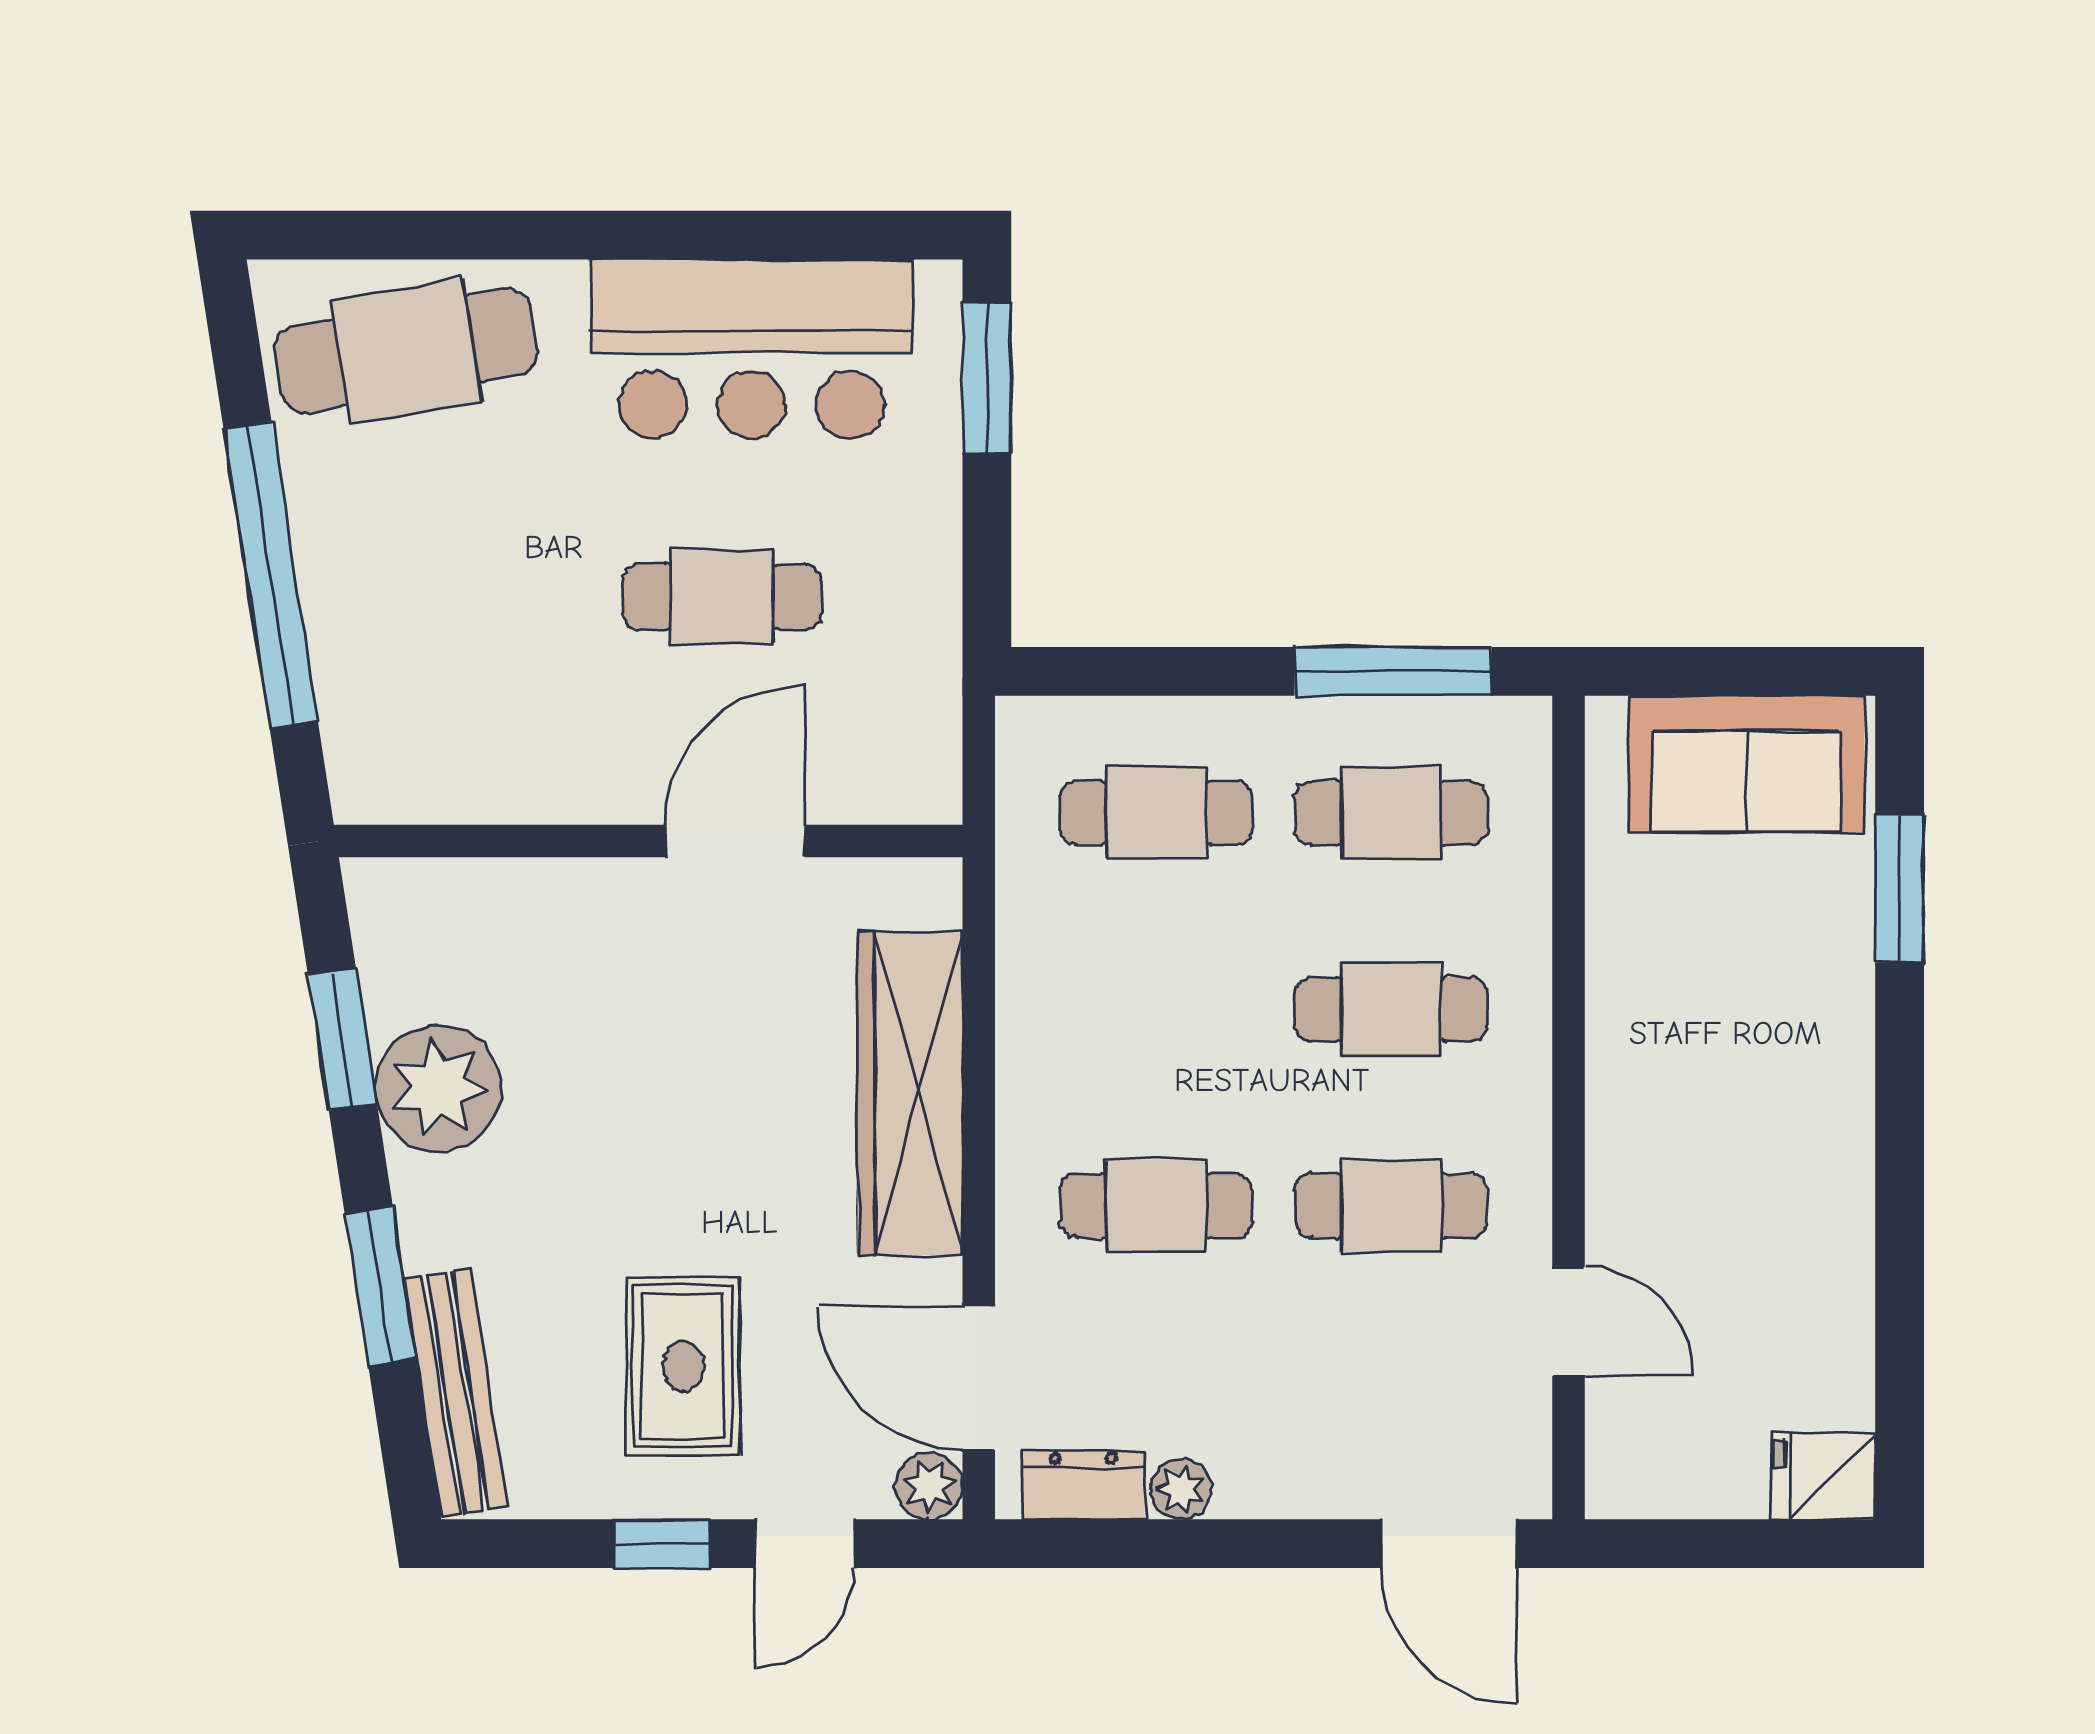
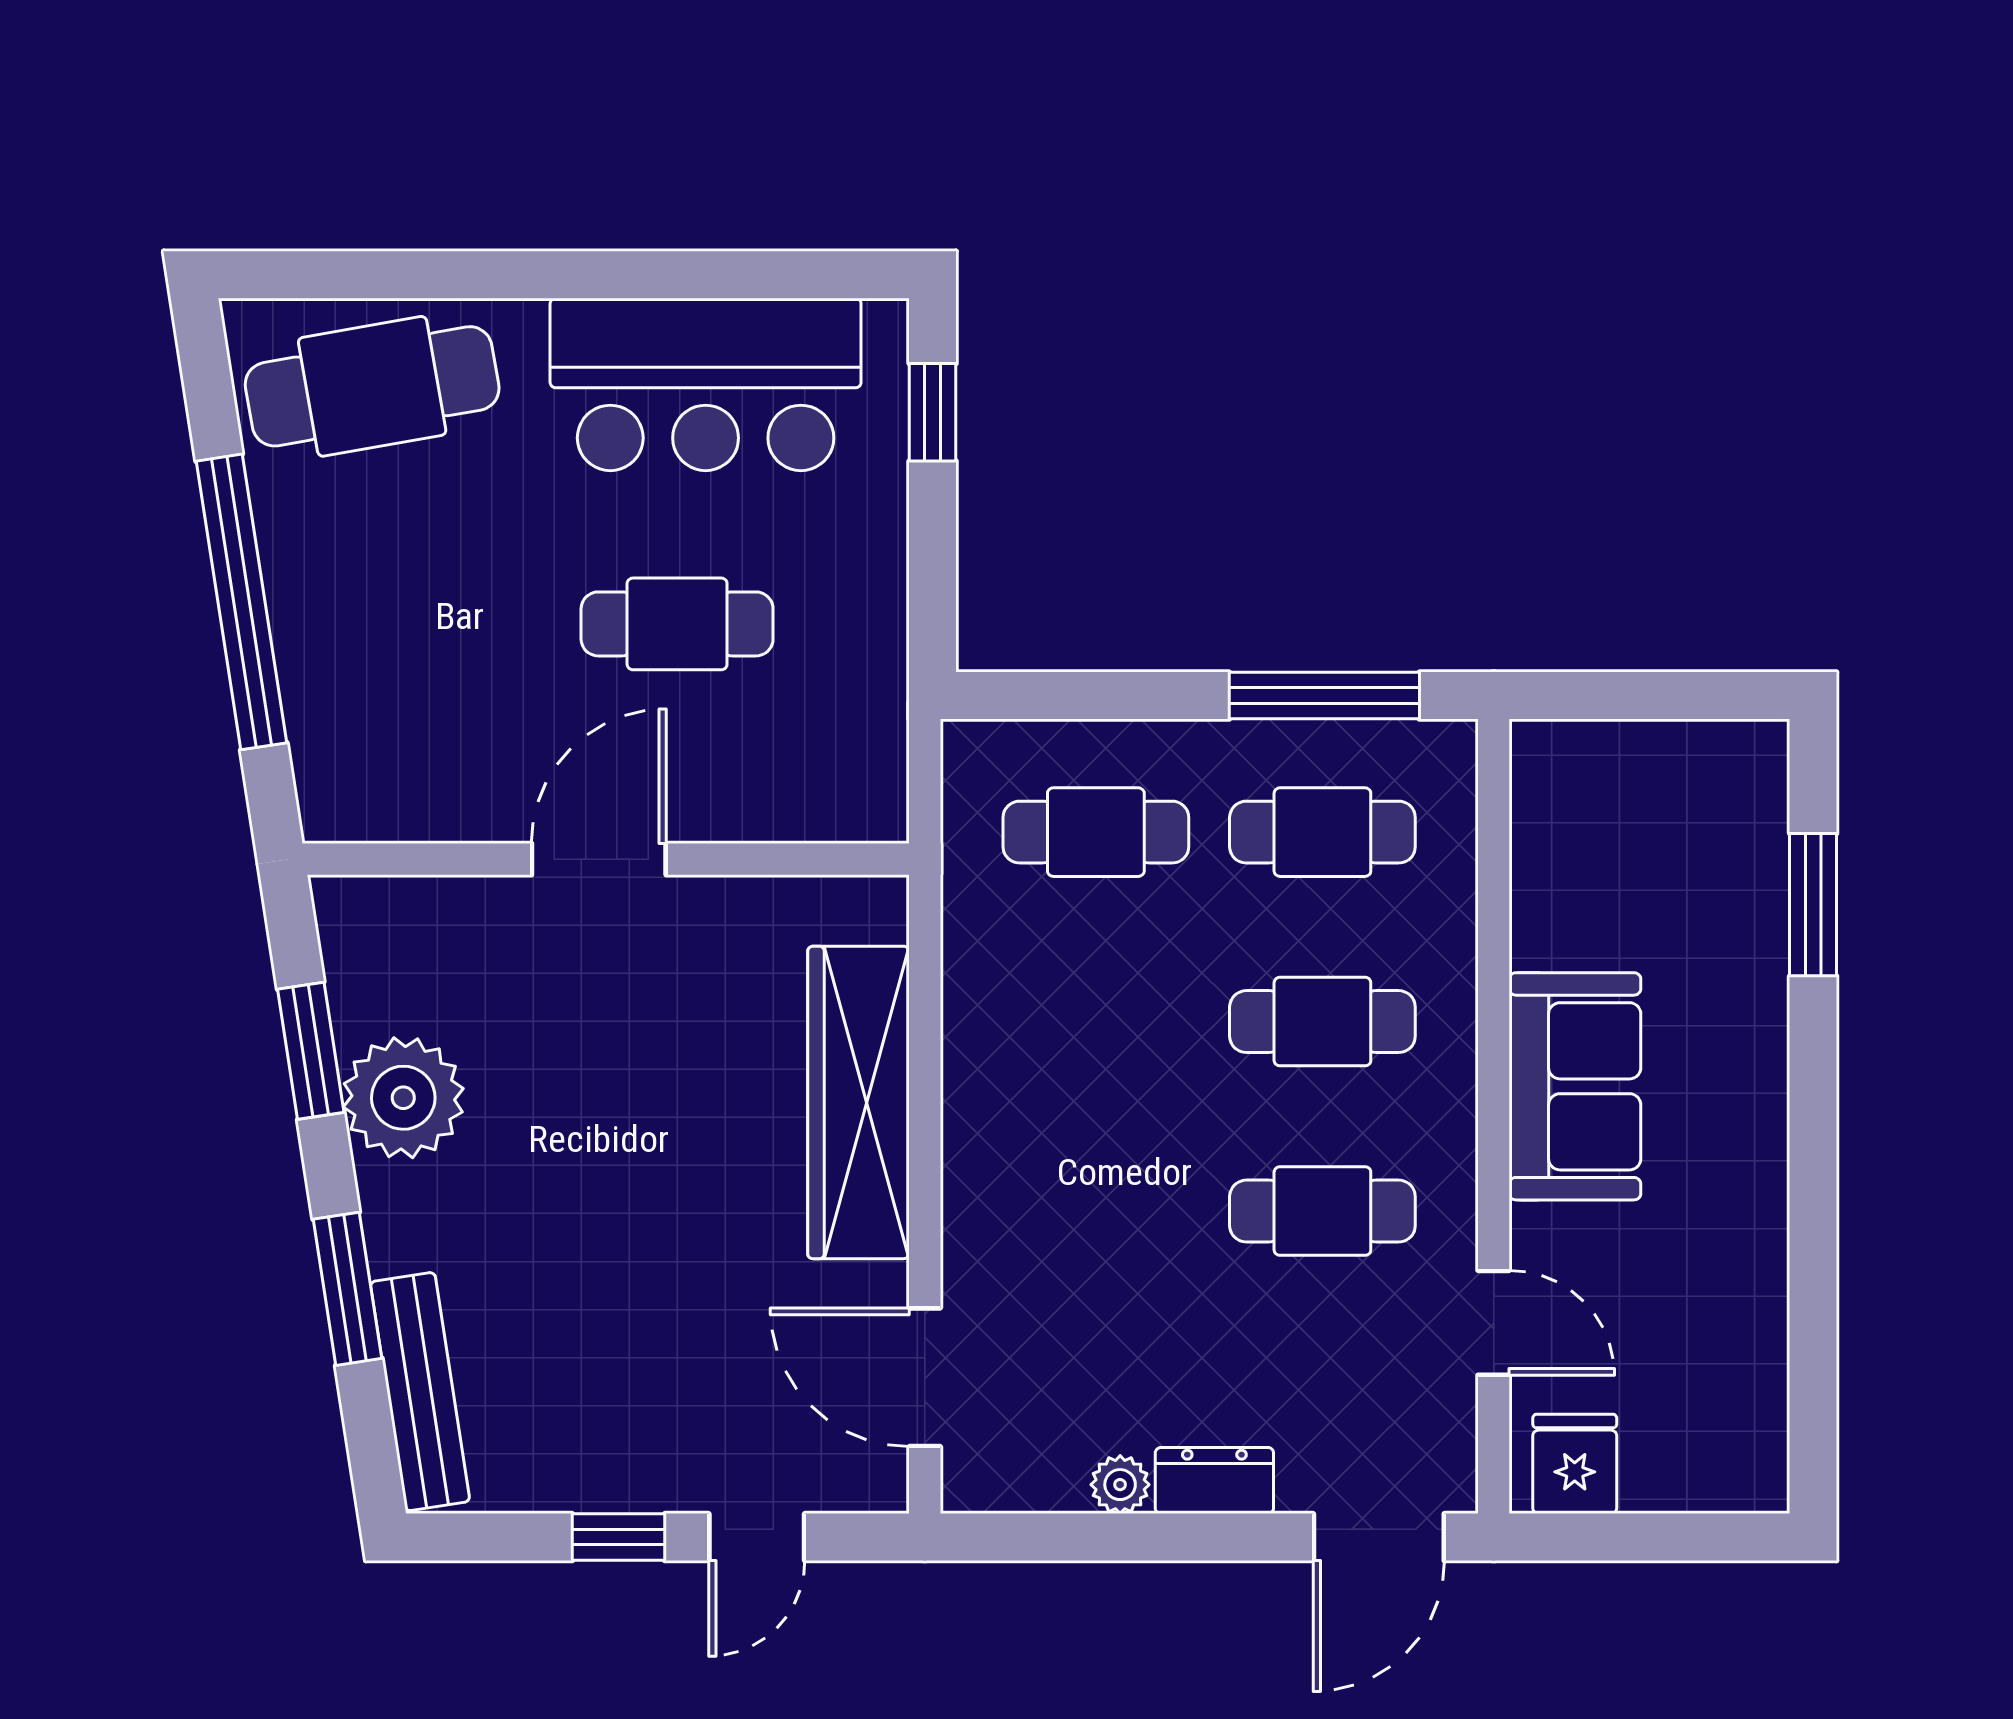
window: (987, 378) -> (933, 412), width x0.67
sofa: (1746, 764) -> (1575, 1086), moved, turned -90
door: (735, 841) -> (599, 859), moved
cafe table: (1156, 1206) -> (1096, 1211), removed
rug: (683, 1366) -> (640, 1366), removed
fridge: (1824, 1476) -> (1575, 1464), moved, turned 90
dresser: (1083, 1485) -> (1214, 1481), moved
plant: (929, 1486) -> (877, 1481), removed
door: (1449, 1544) -> (1379, 1537), hinge flipped

